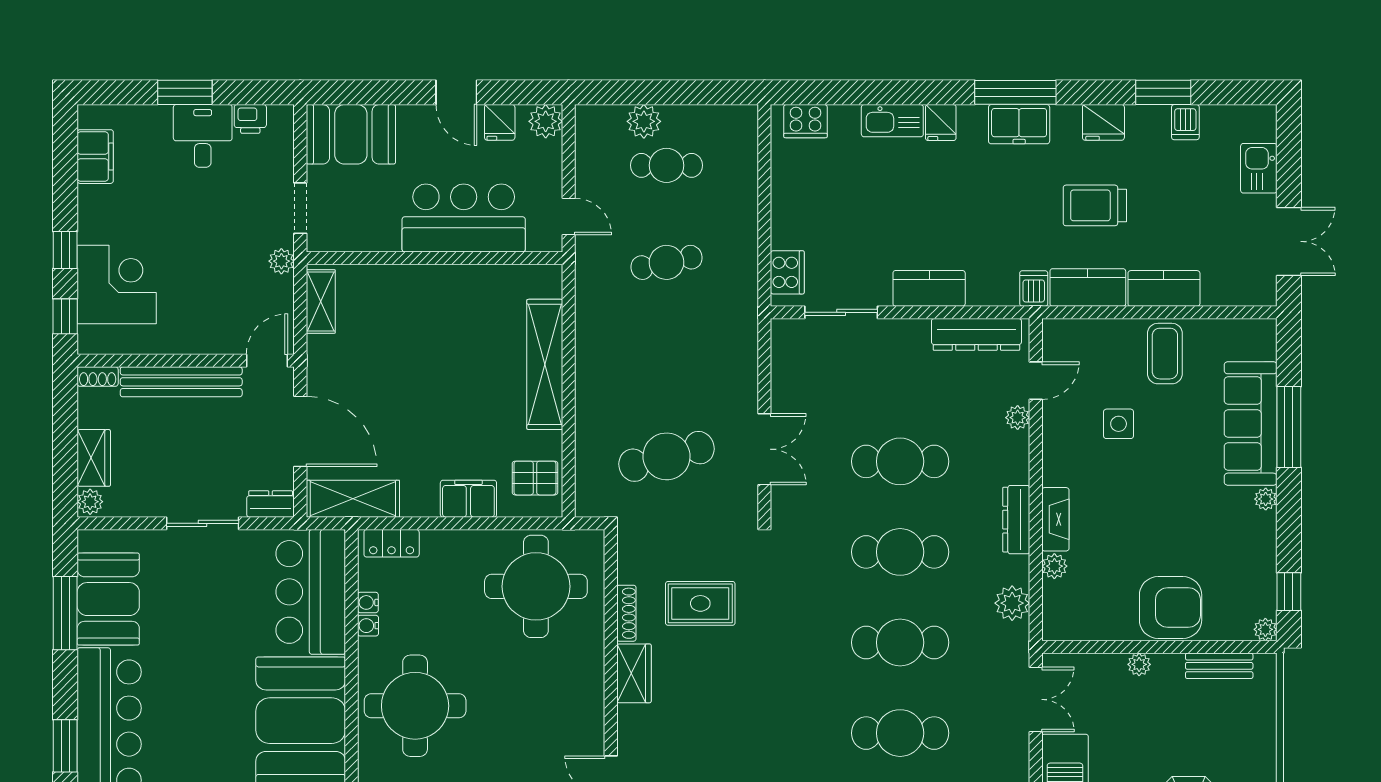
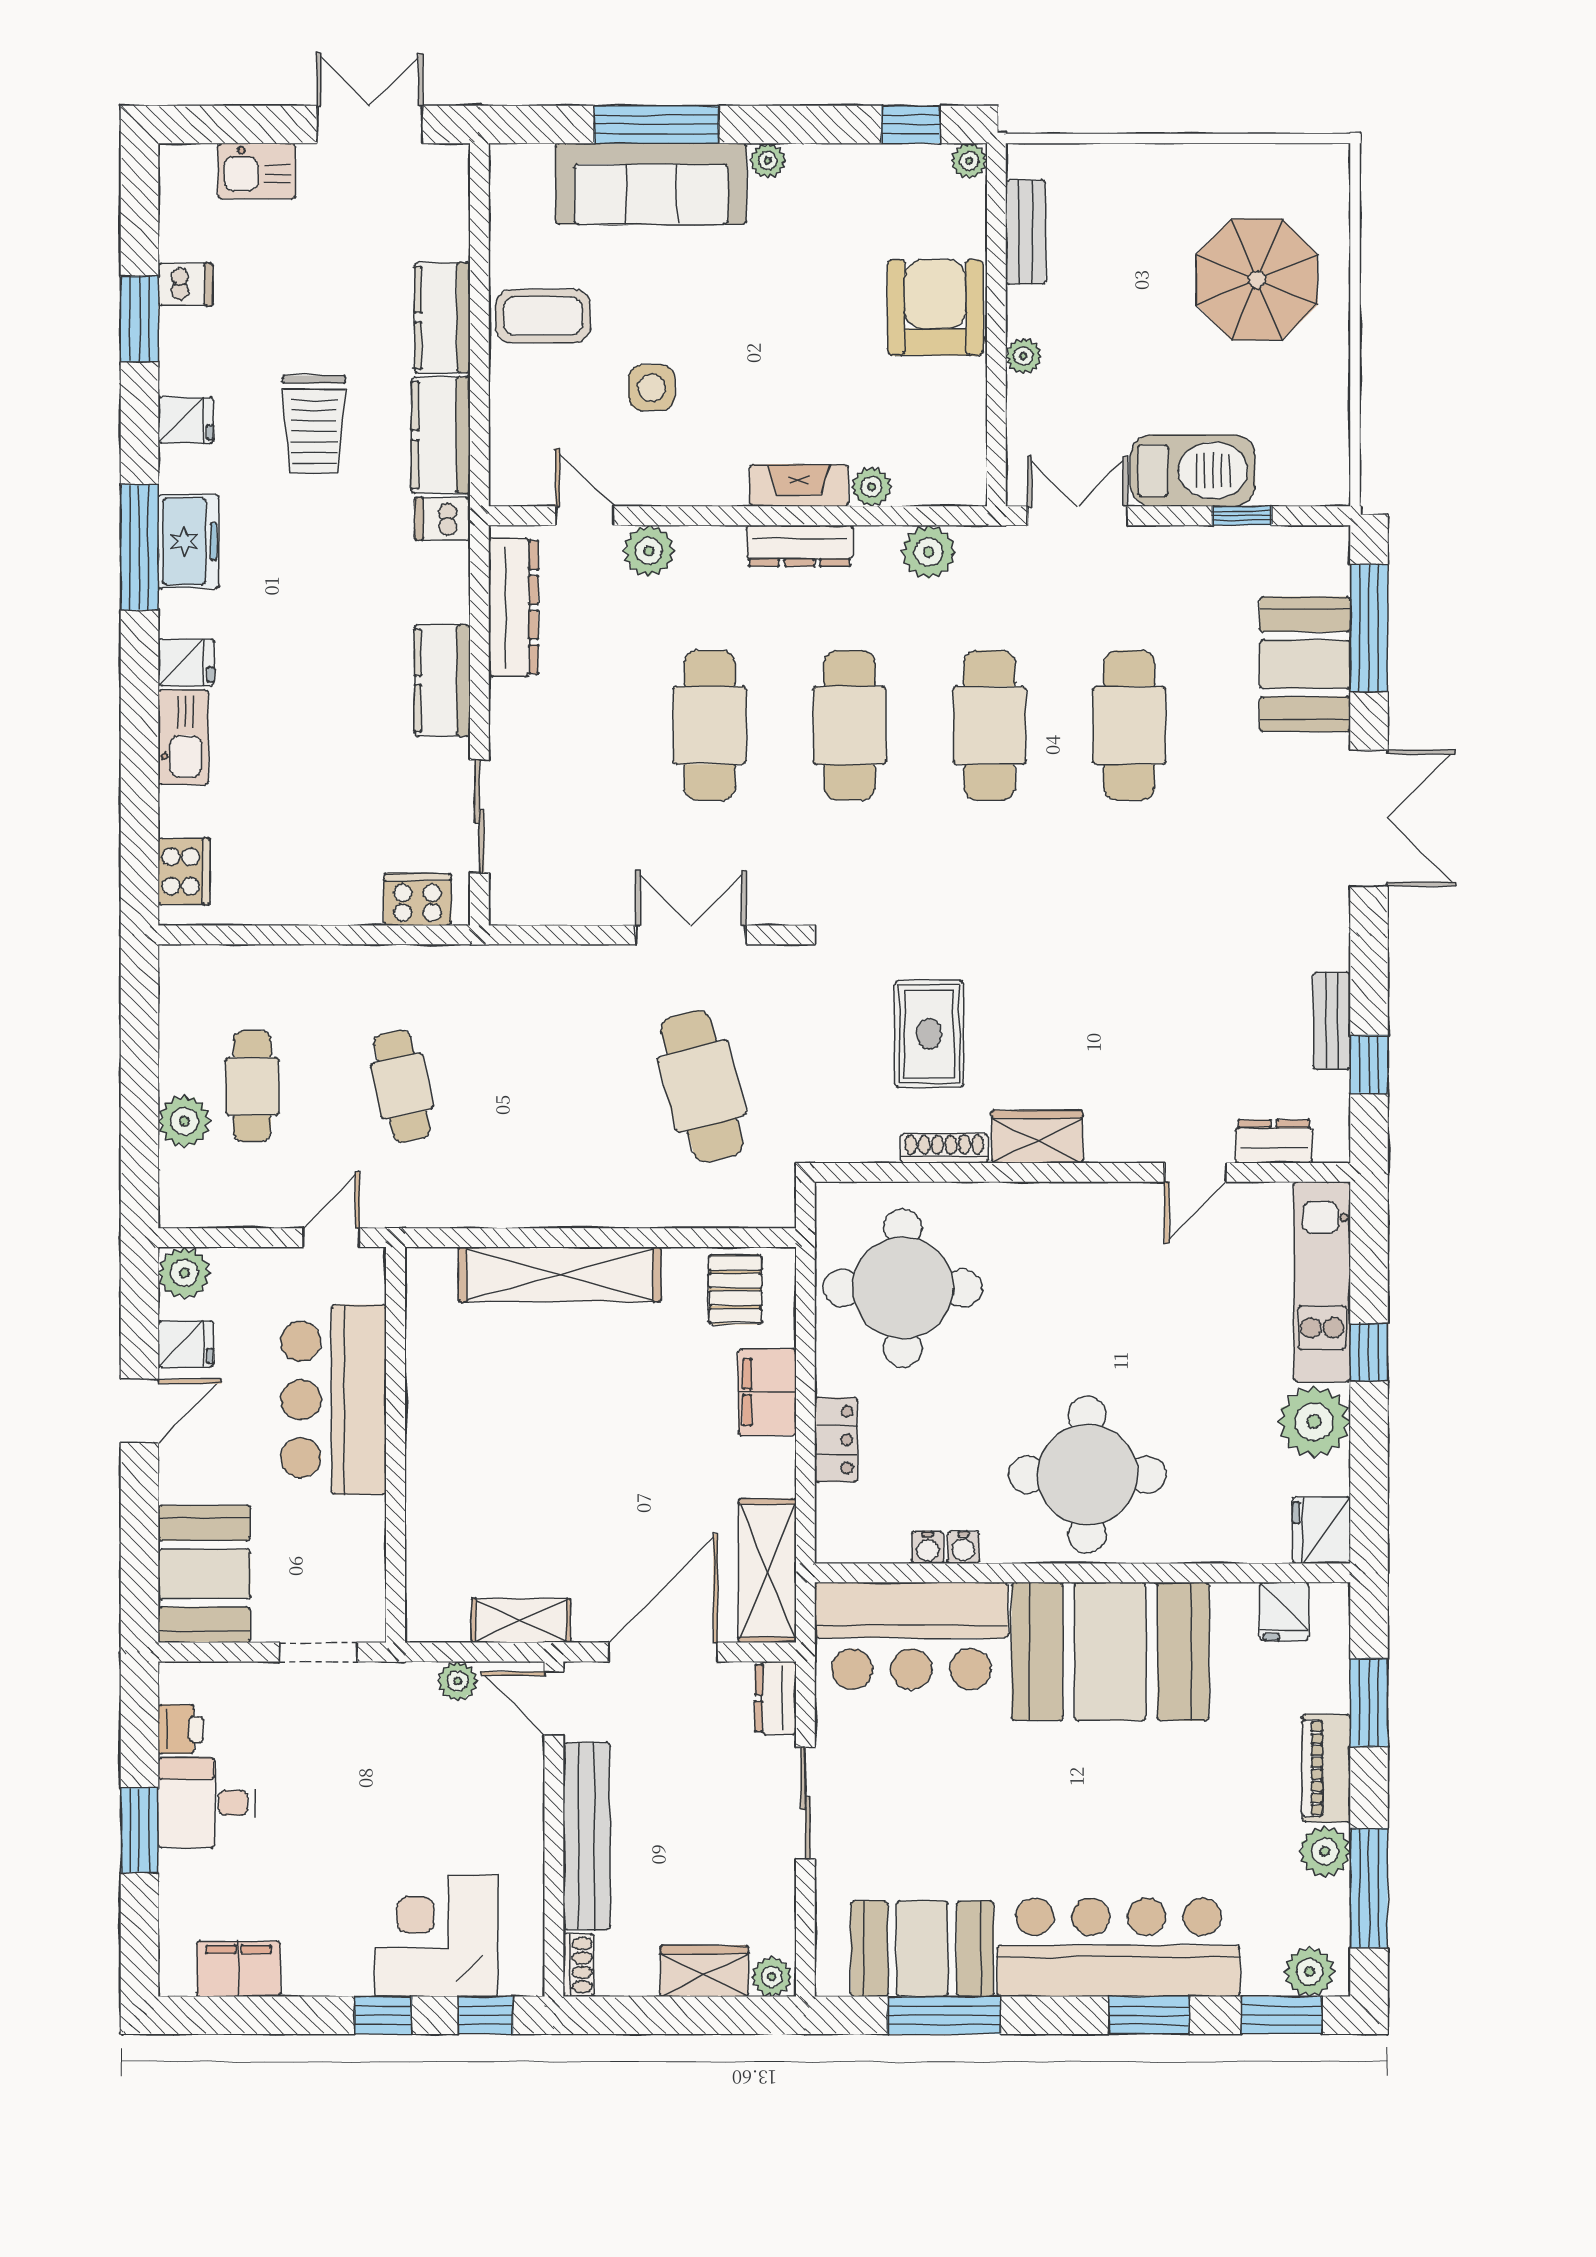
fridge: (1103, 122) -> (186, 420), width x0.72
plant: (281, 261) -> (458, 1681), moved
shelving: (321, 301) -> (521, 1621), moved
plant: (1018, 418) -> (649, 551), width x1.38, depth x1.38
locker: (392, 543) -> (836, 1440), moved

